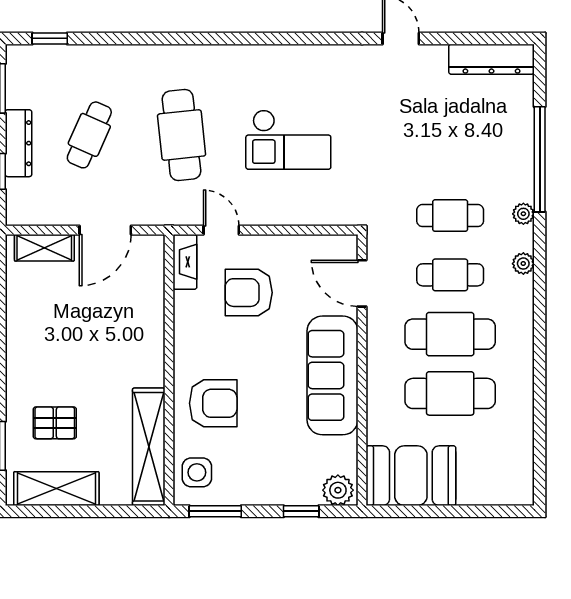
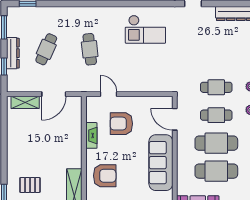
cafe table: (182, 135) -> (90, 49), width x0.73, depth x0.74
checkout: (288, 140) -> (145, 29), moved
fireplace: (185, 262) -> (91, 135), moved

